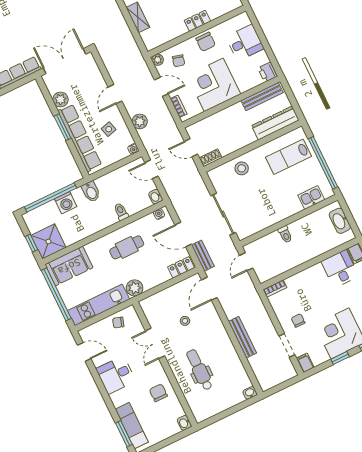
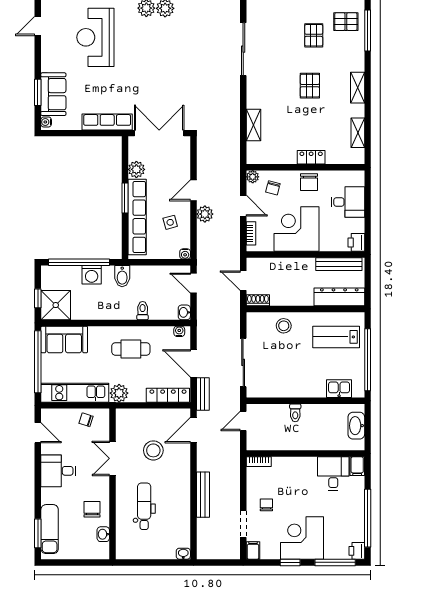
plant: (140, 121) -> (205, 214), moved
locker: (181, 267) -> (168, 395), width x1.53
stool: (185, 321) -> (153, 450), width x1.89, depth x1.89
washbasin: (184, 423) -> (103, 534), moved

